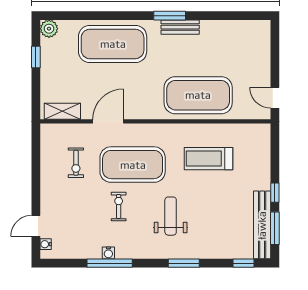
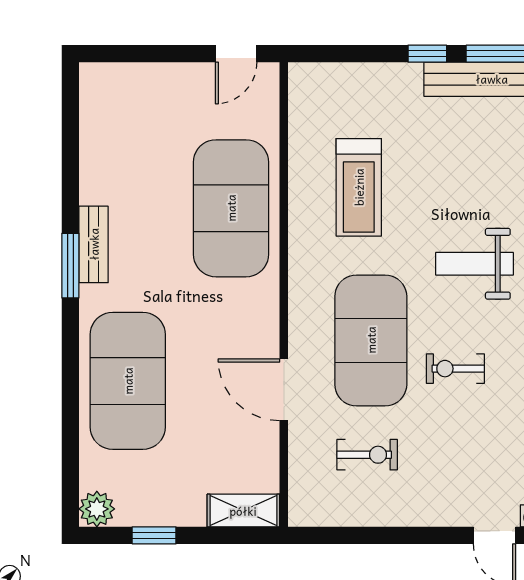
shelving: (62, 111) -> (243, 511), moved, turned 90

